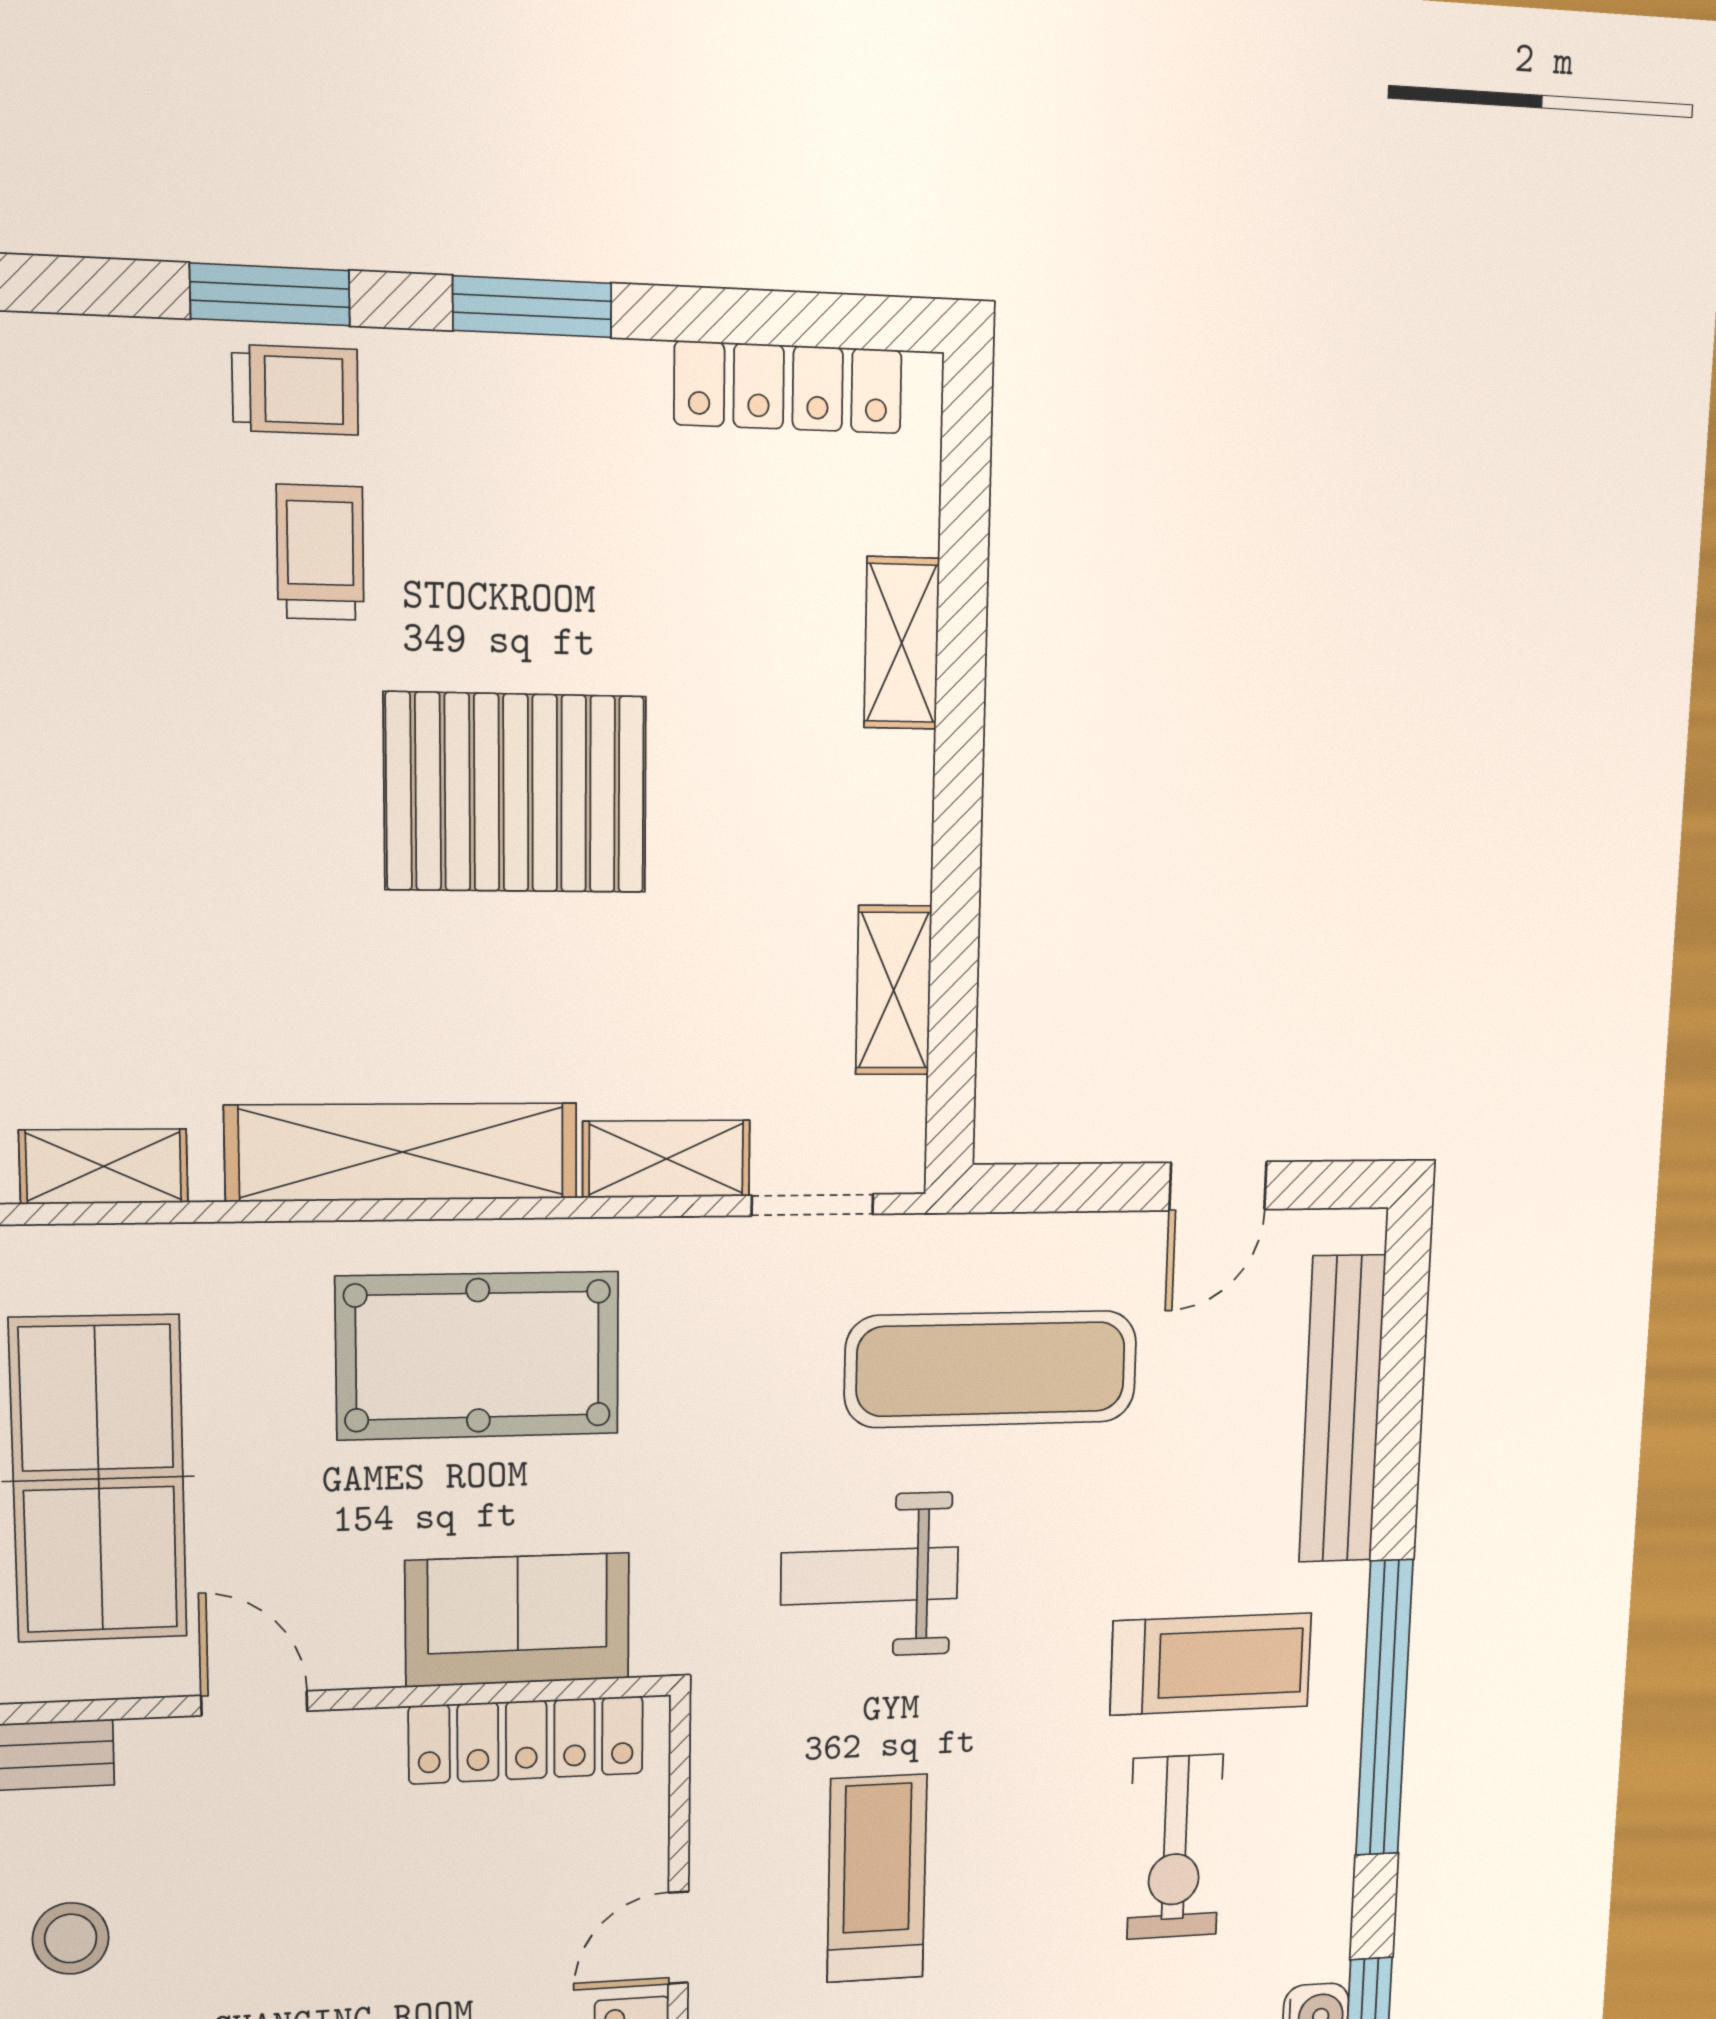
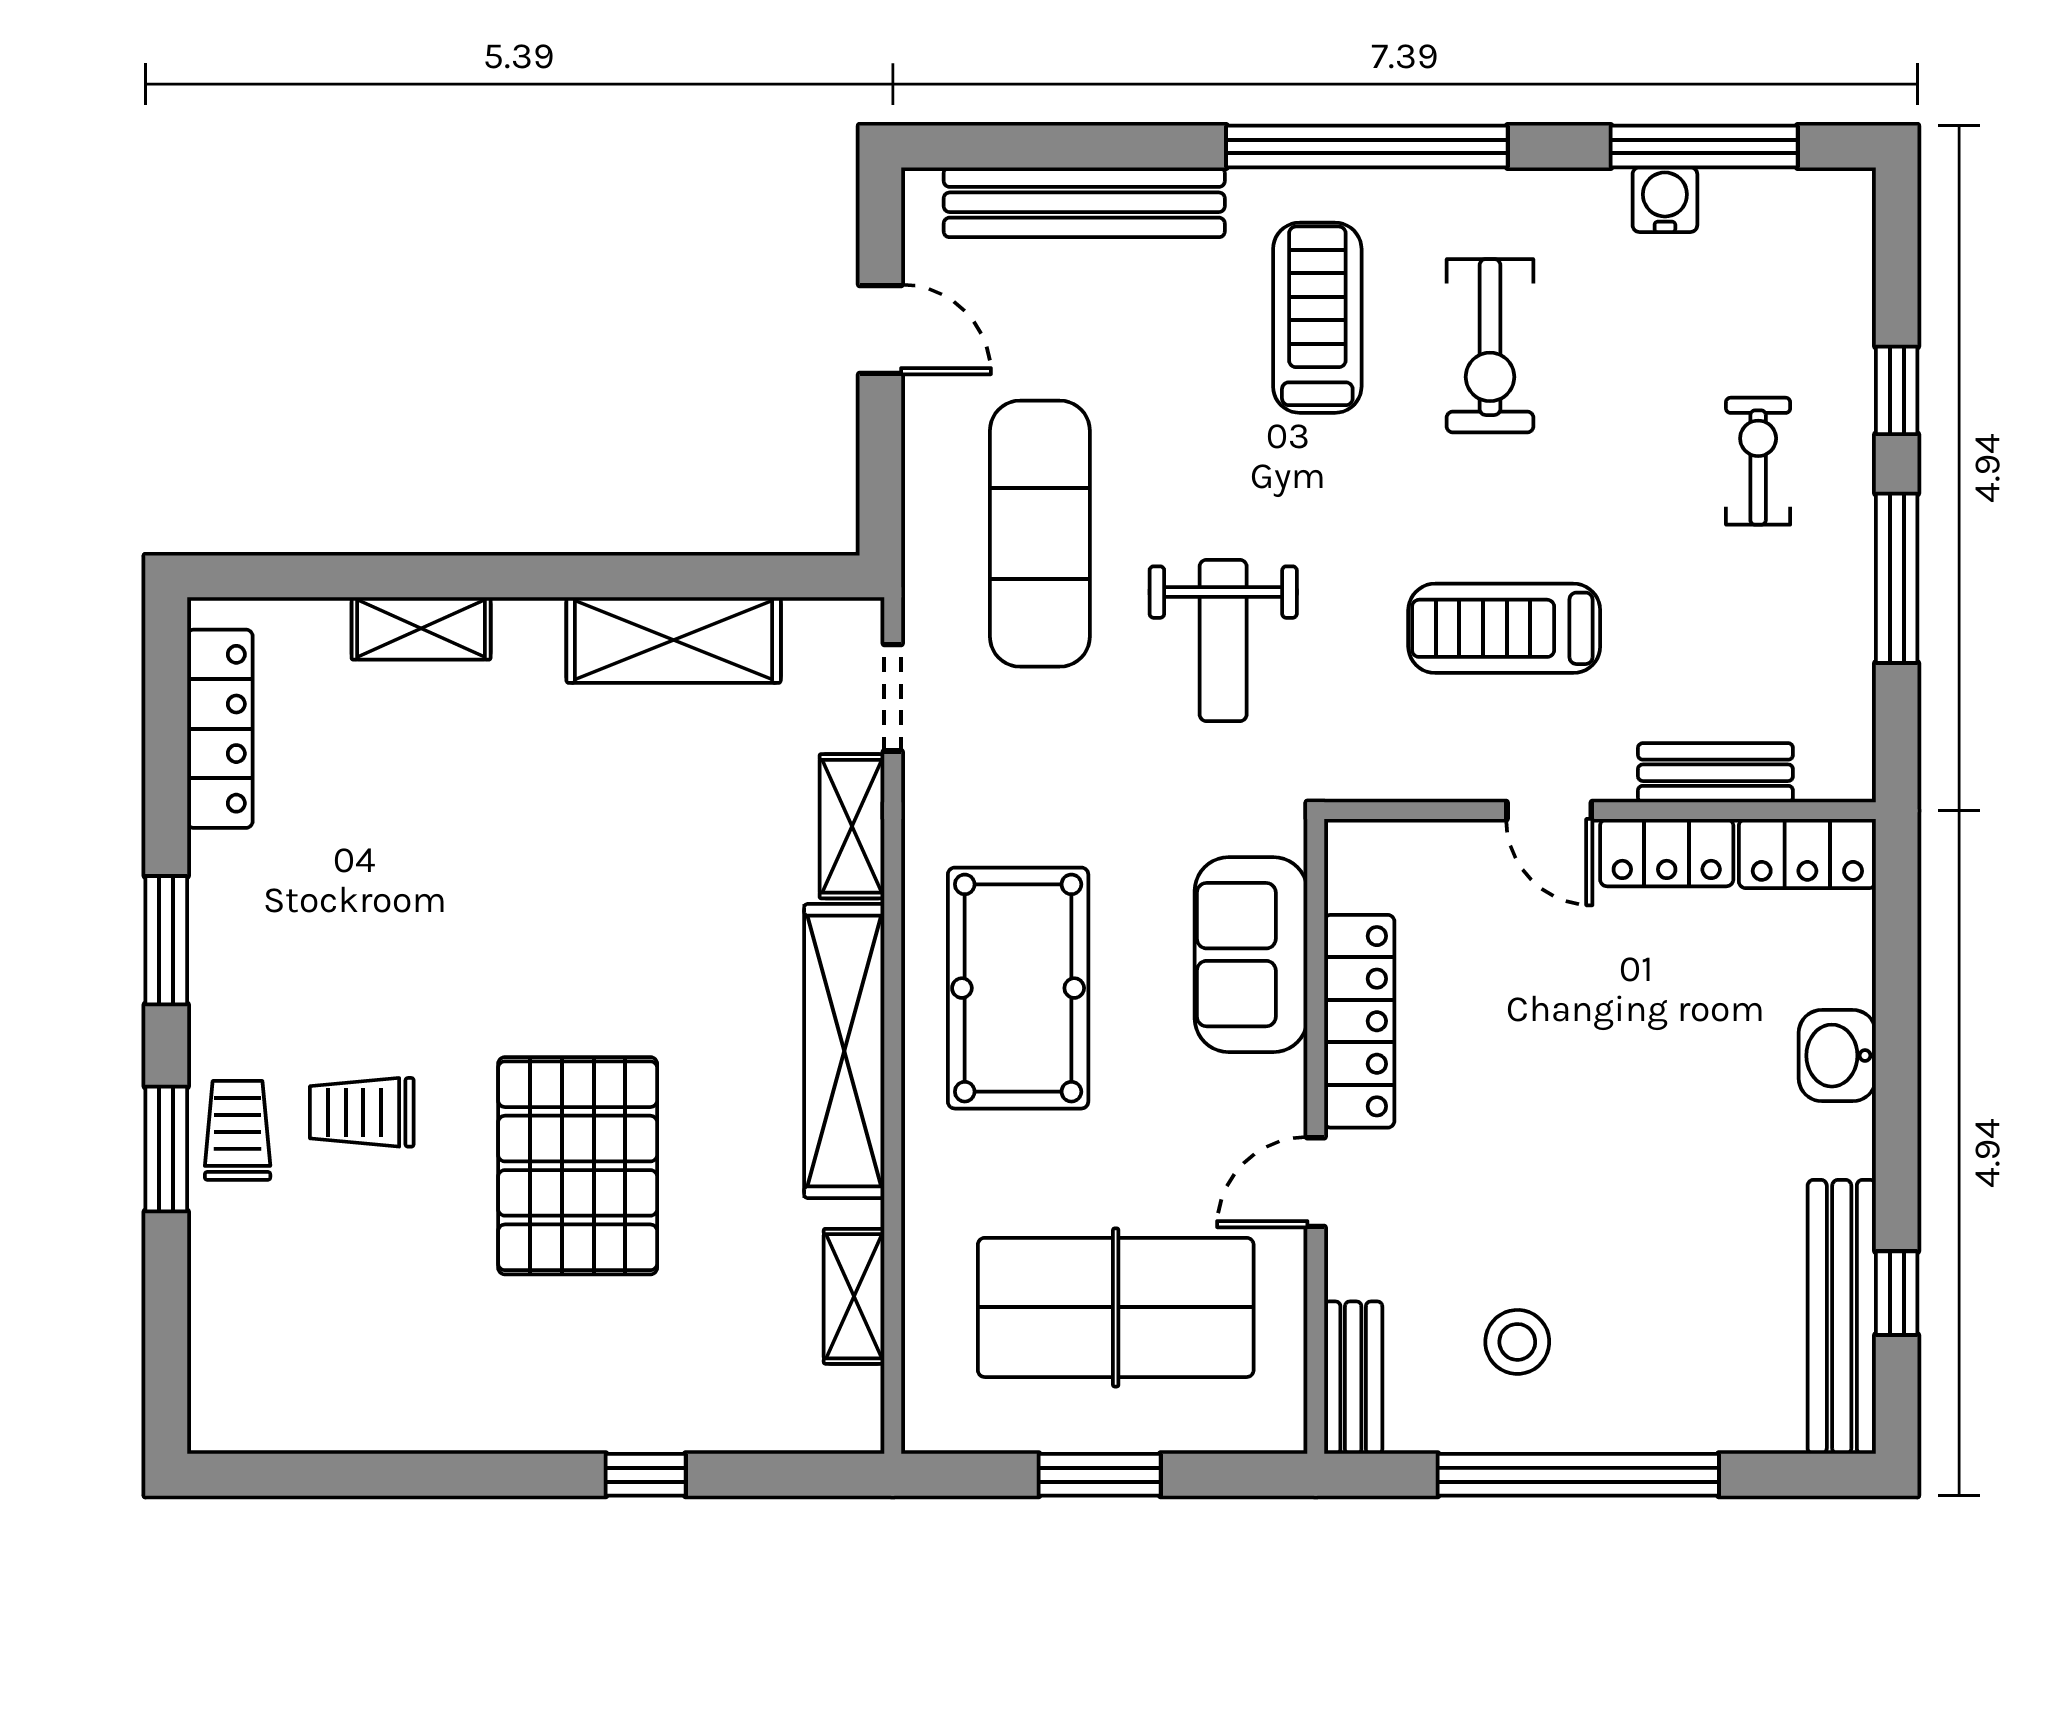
pallet: (516, 793) -> (578, 1166), moved
shelving: (894, 990) -> (674, 640), width x1.50, depth x1.33
locker: (526, 1740) -> (1359, 1021), moved
exercise bike: (1175, 1847) -> (1490, 346), turned 90

